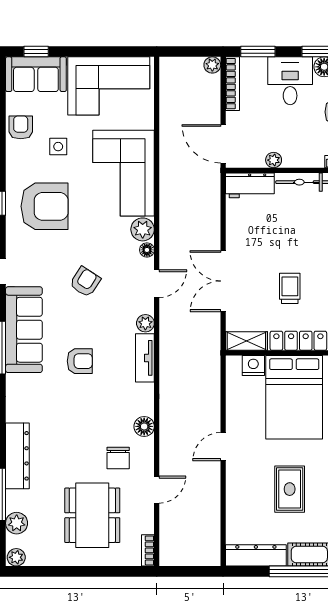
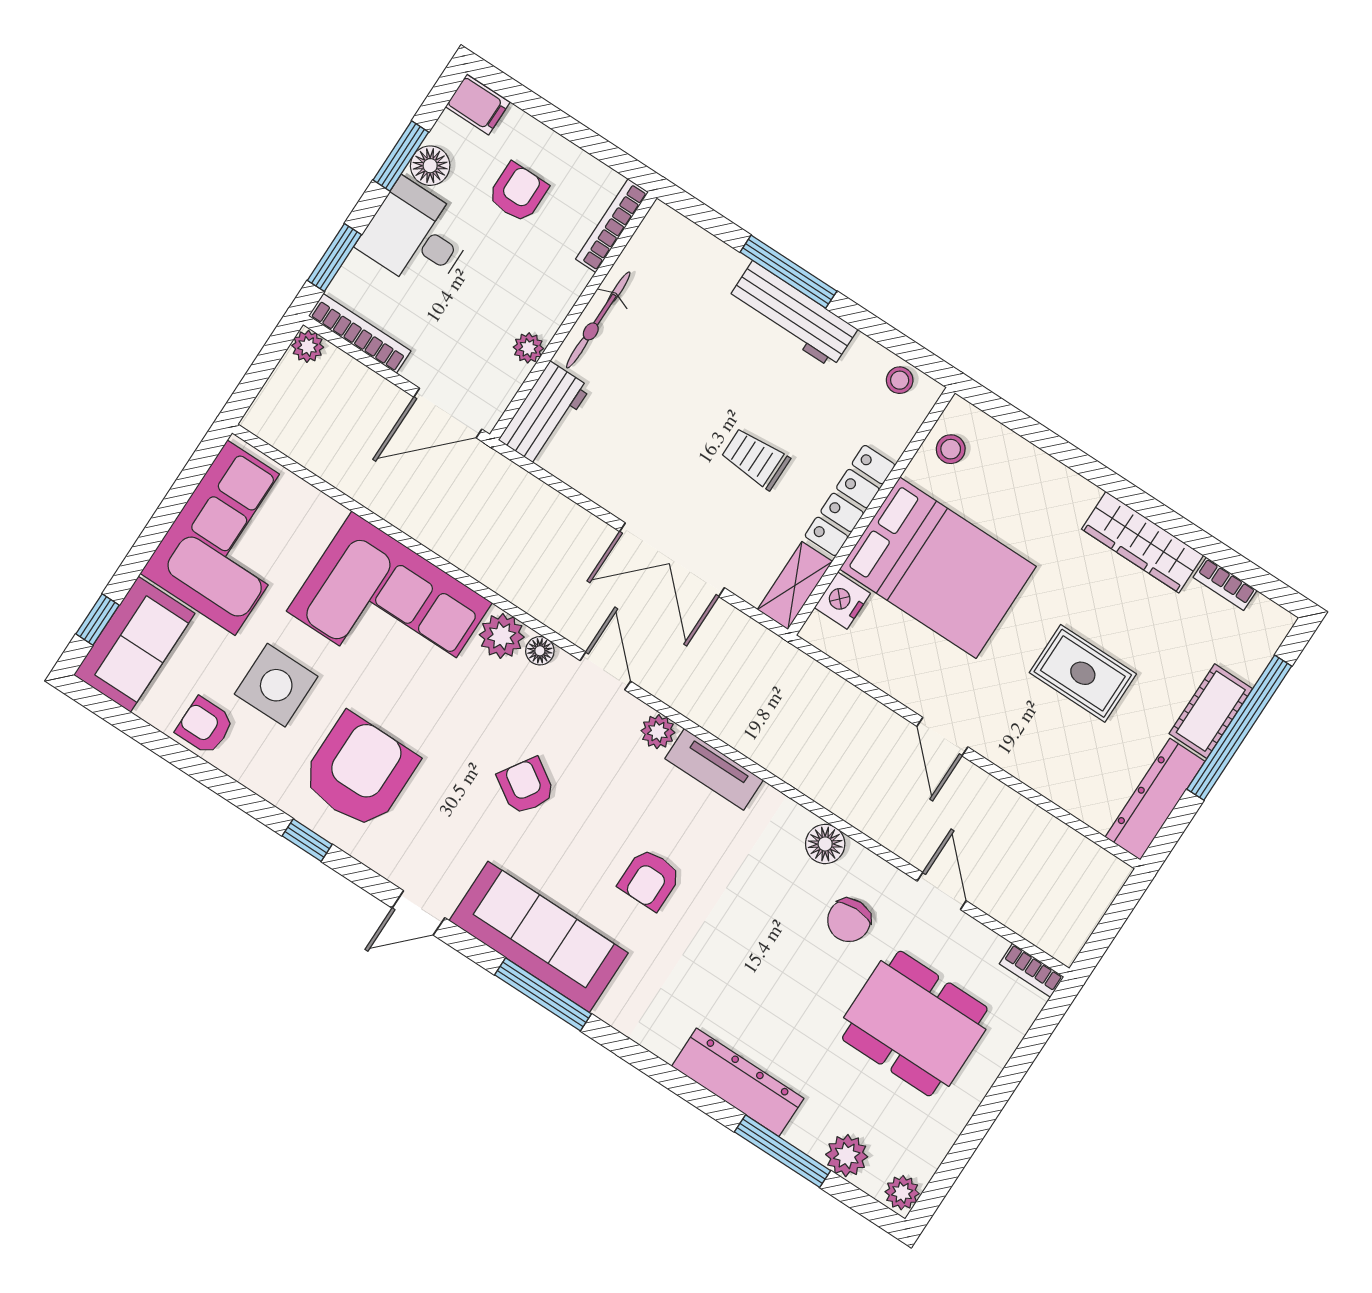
side table: (58, 147) -> (276, 685), width x1.87, depth x1.87
armchair: (80, 361) -> (650, 879), turned 180
chair: (118, 458) -> (849, 920), turned 90

